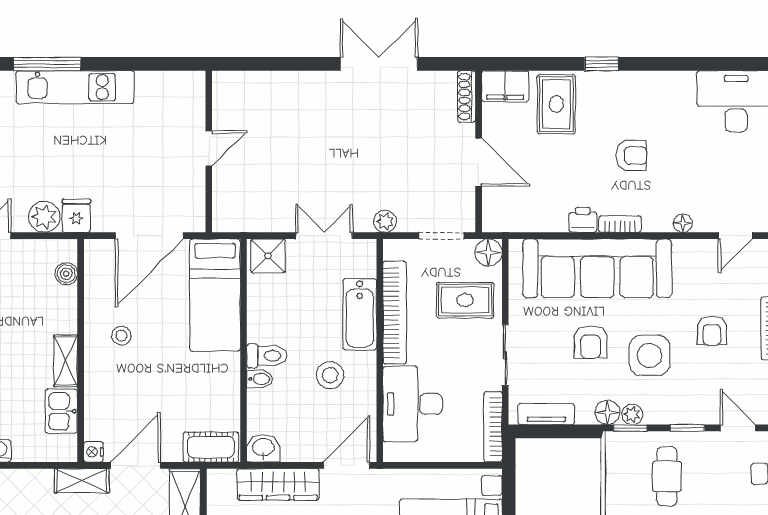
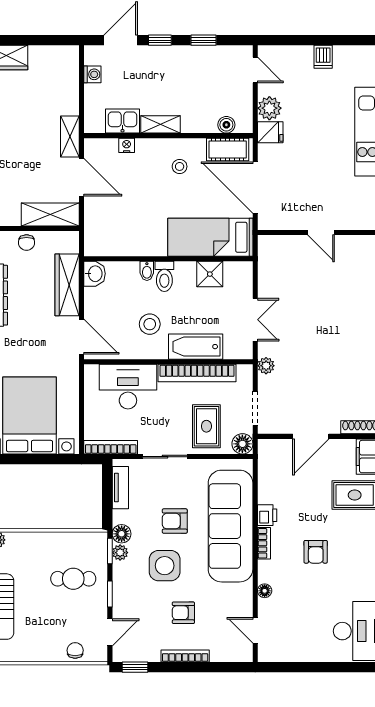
shower: (268, 256) -> (210, 274), moved
cot: (211, 447) -> (228, 149), moved, turned 90
nightstand: (93, 452) -> (127, 145), moved

